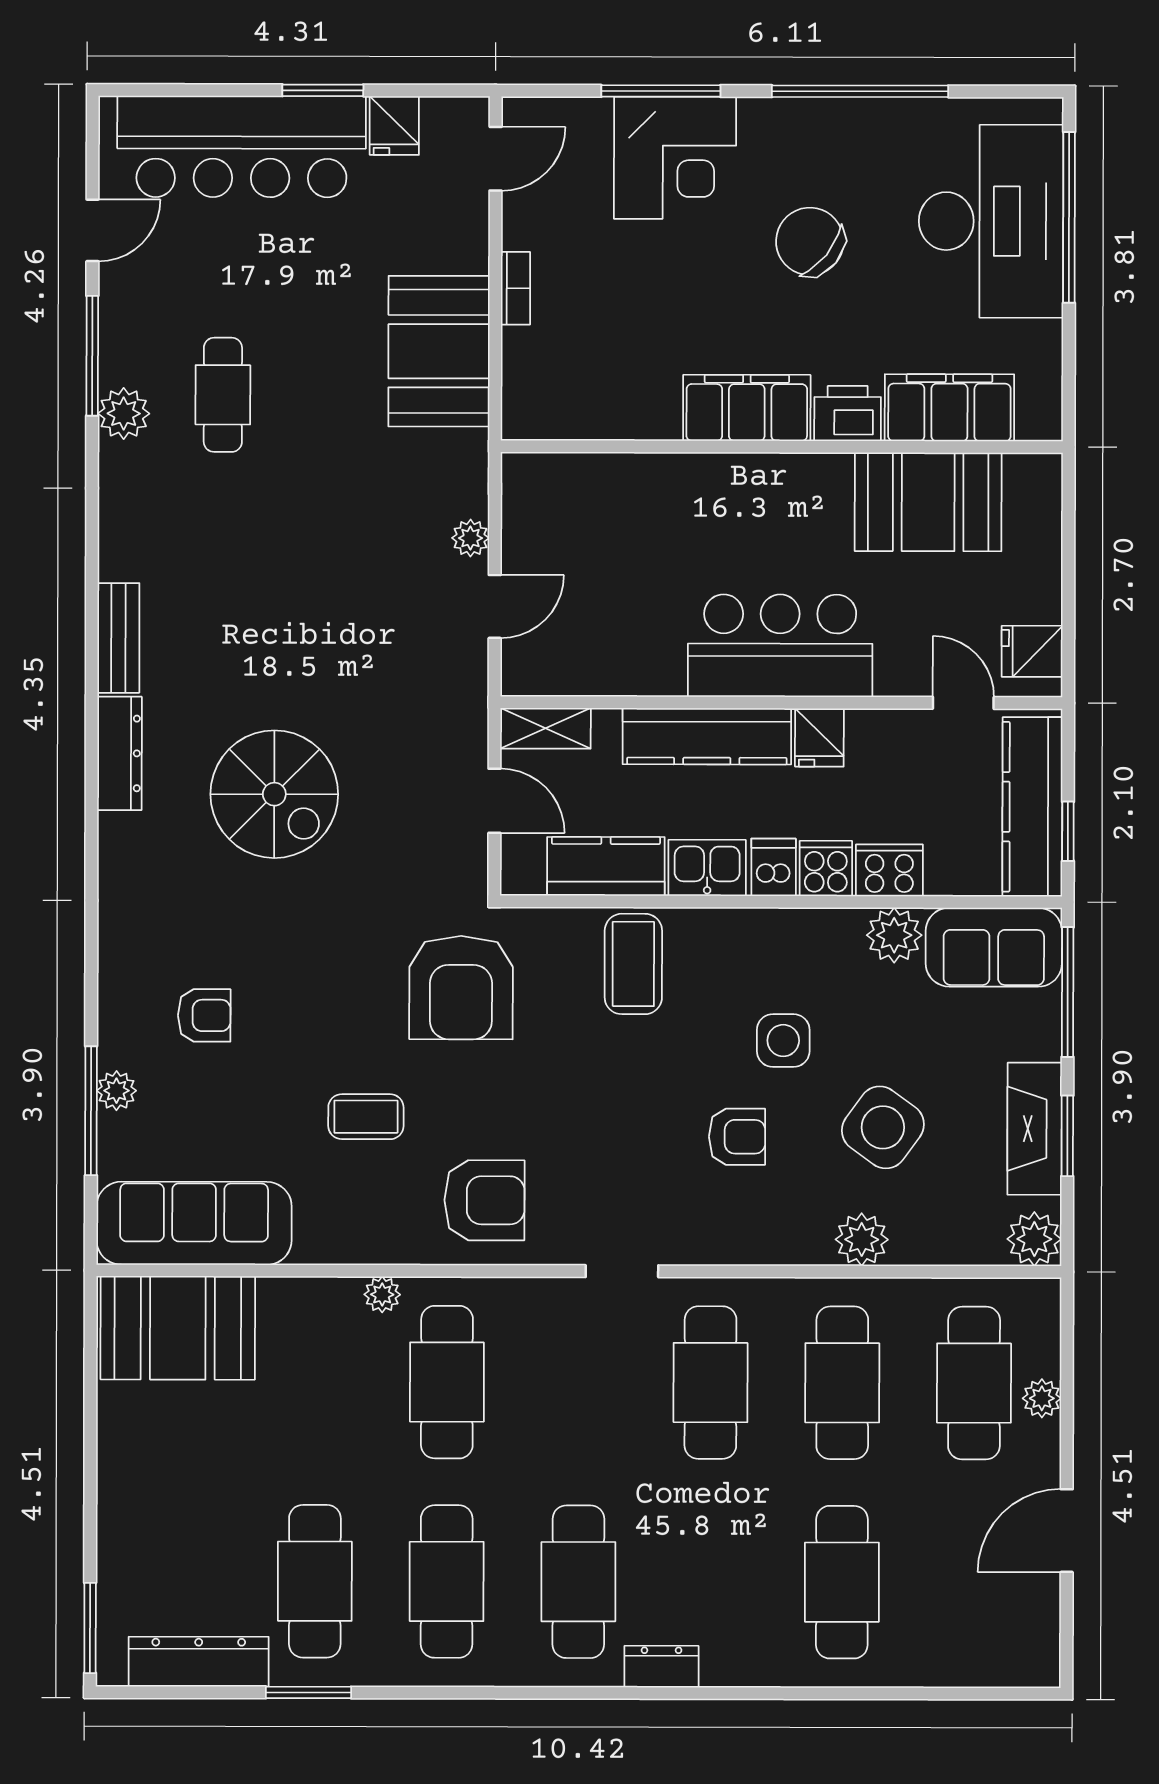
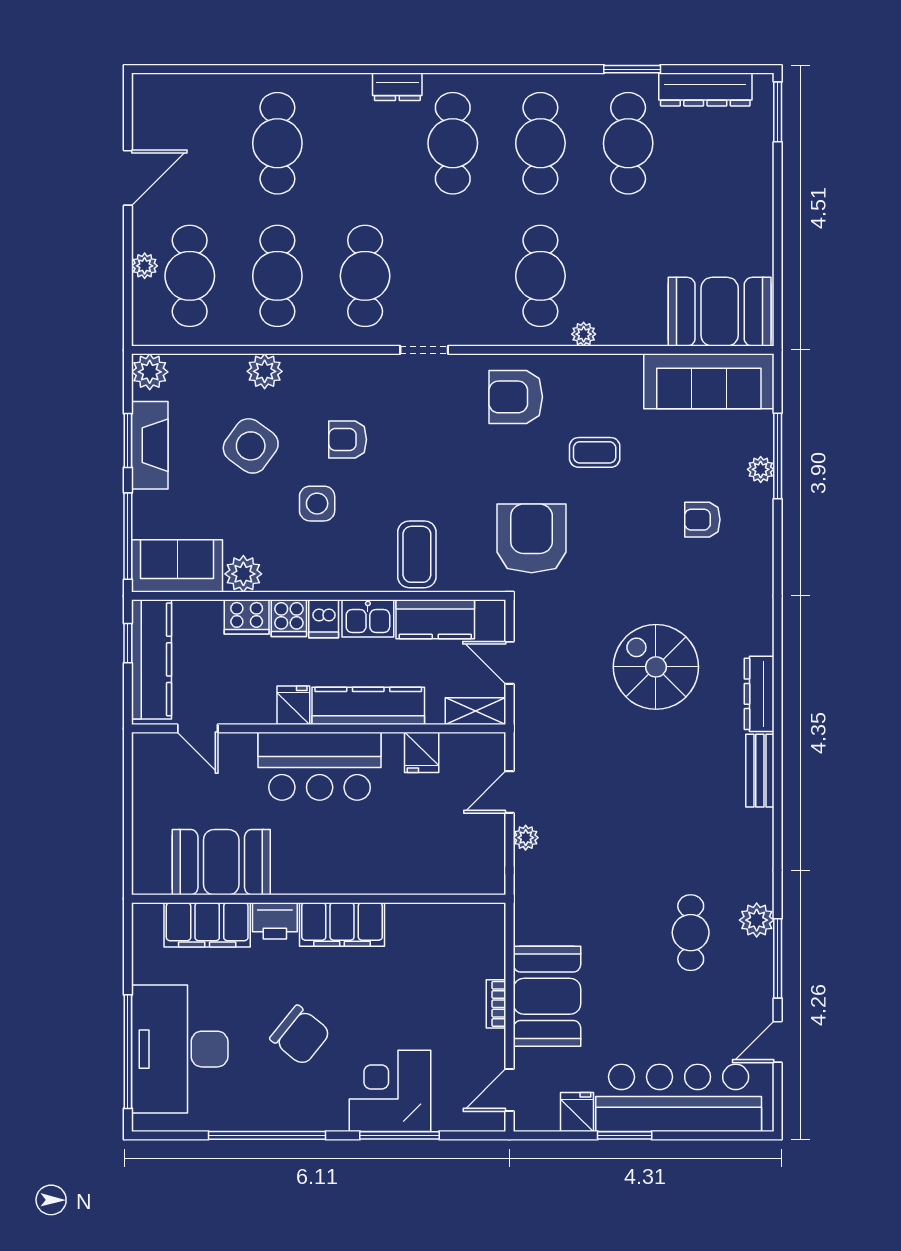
booth: (439, 351) -> (547, 996), moved
fridge: (1032, 651) -> (422, 752), moved, turned 90

